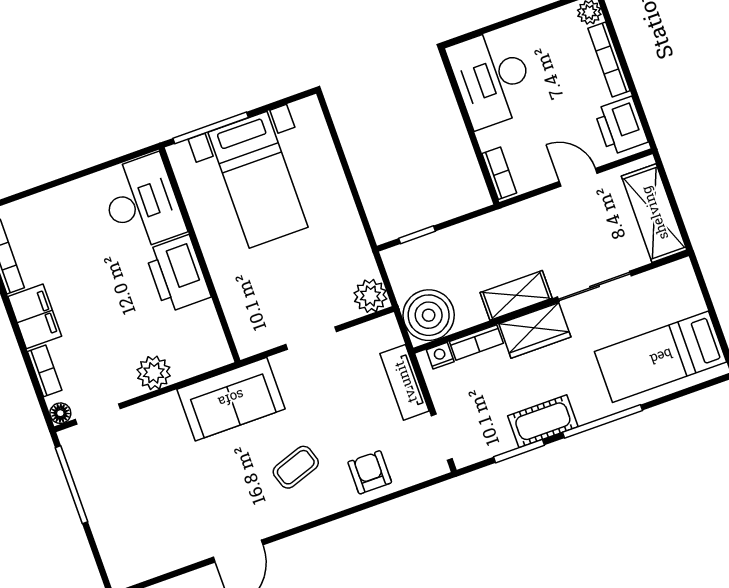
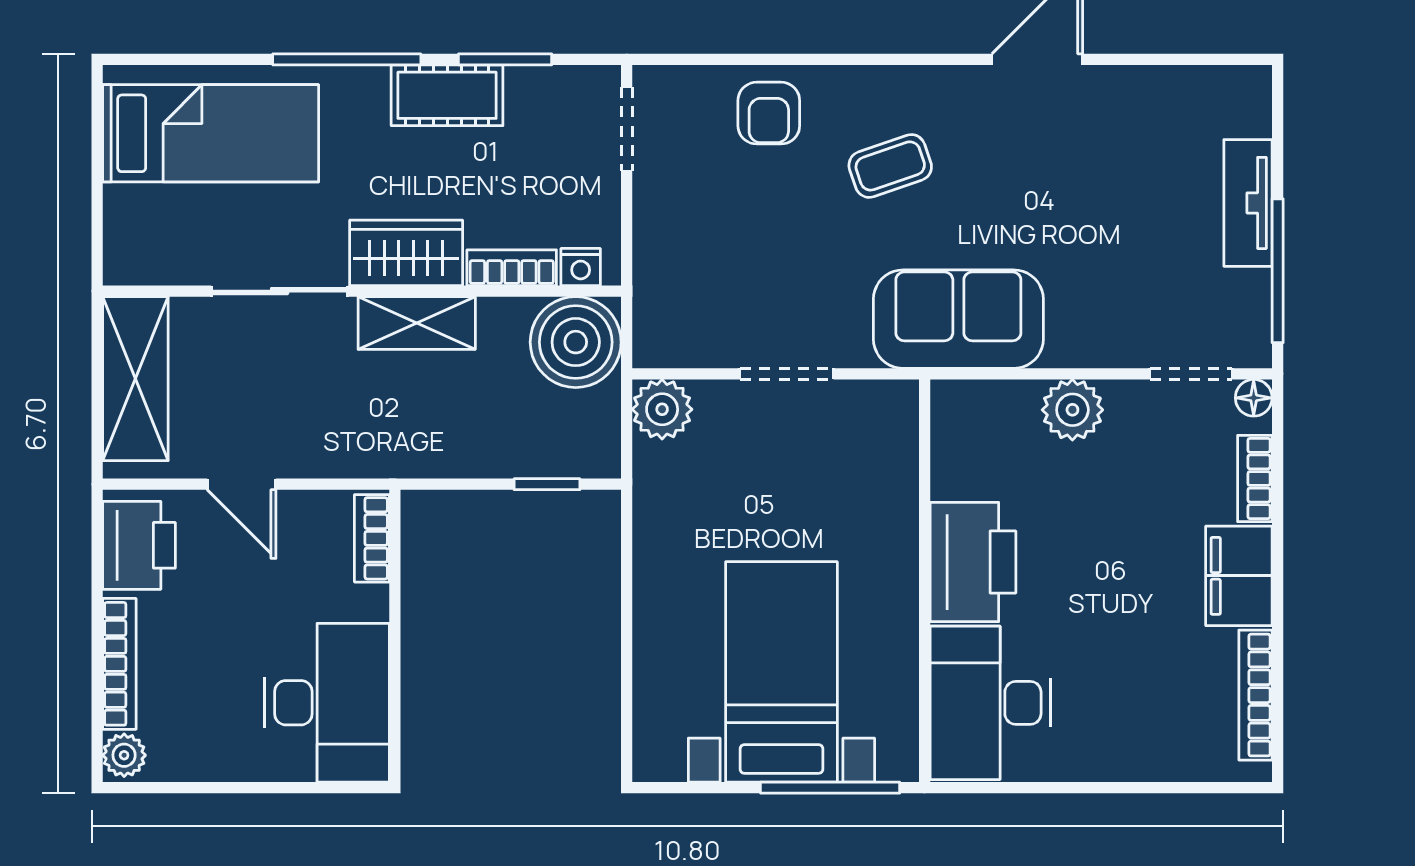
tv unit: (405, 382) -> (1248, 203), moved, turned 180

